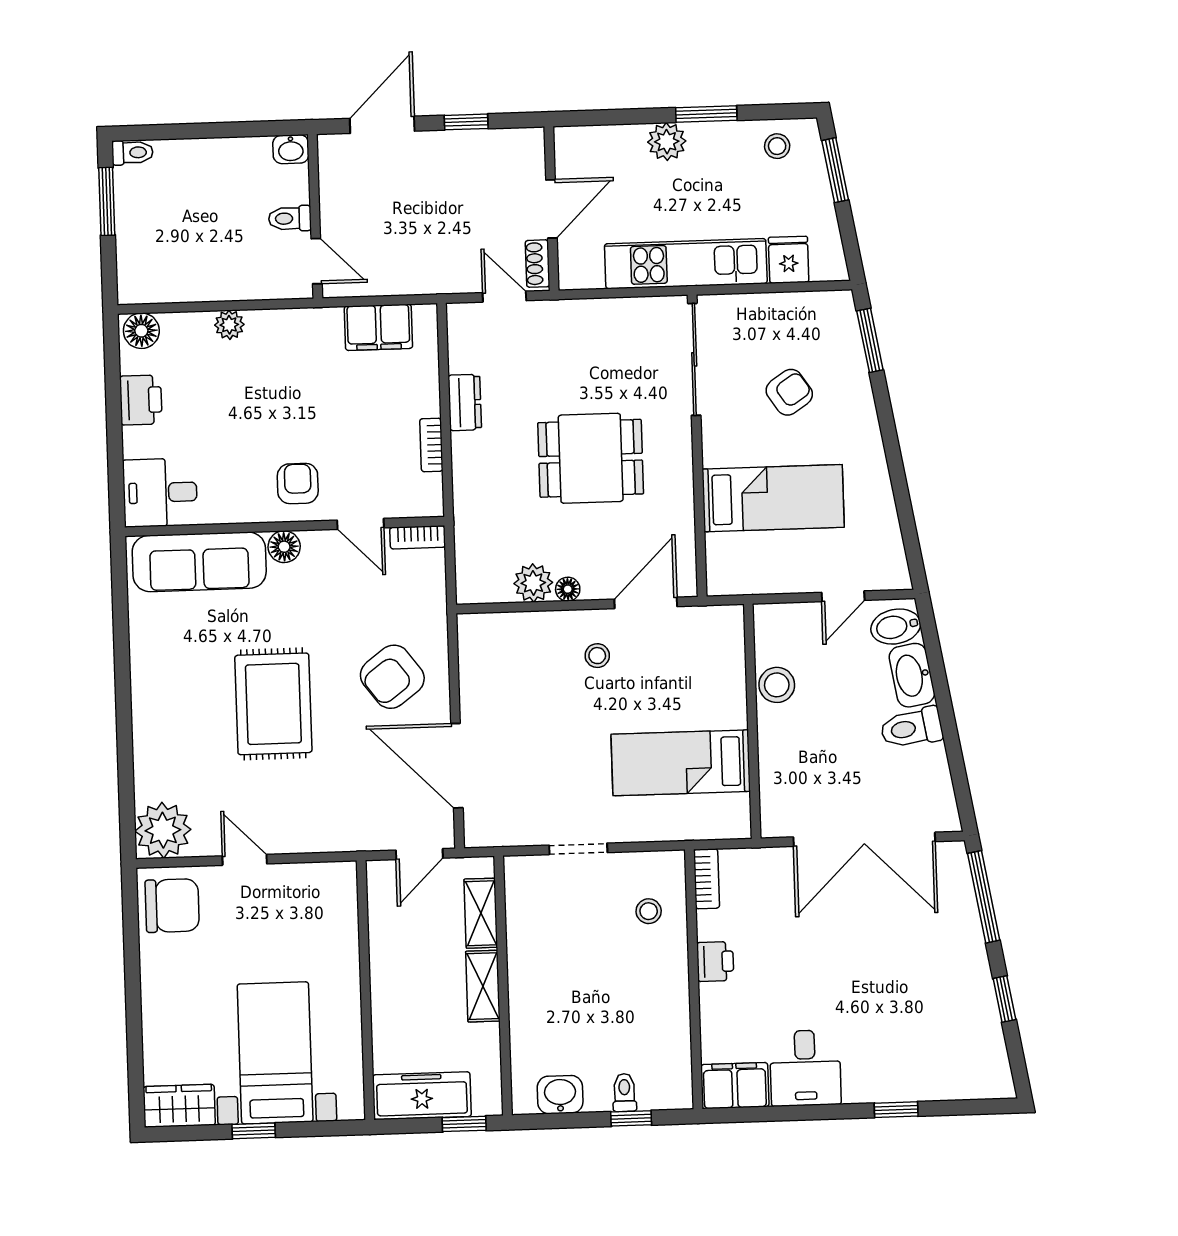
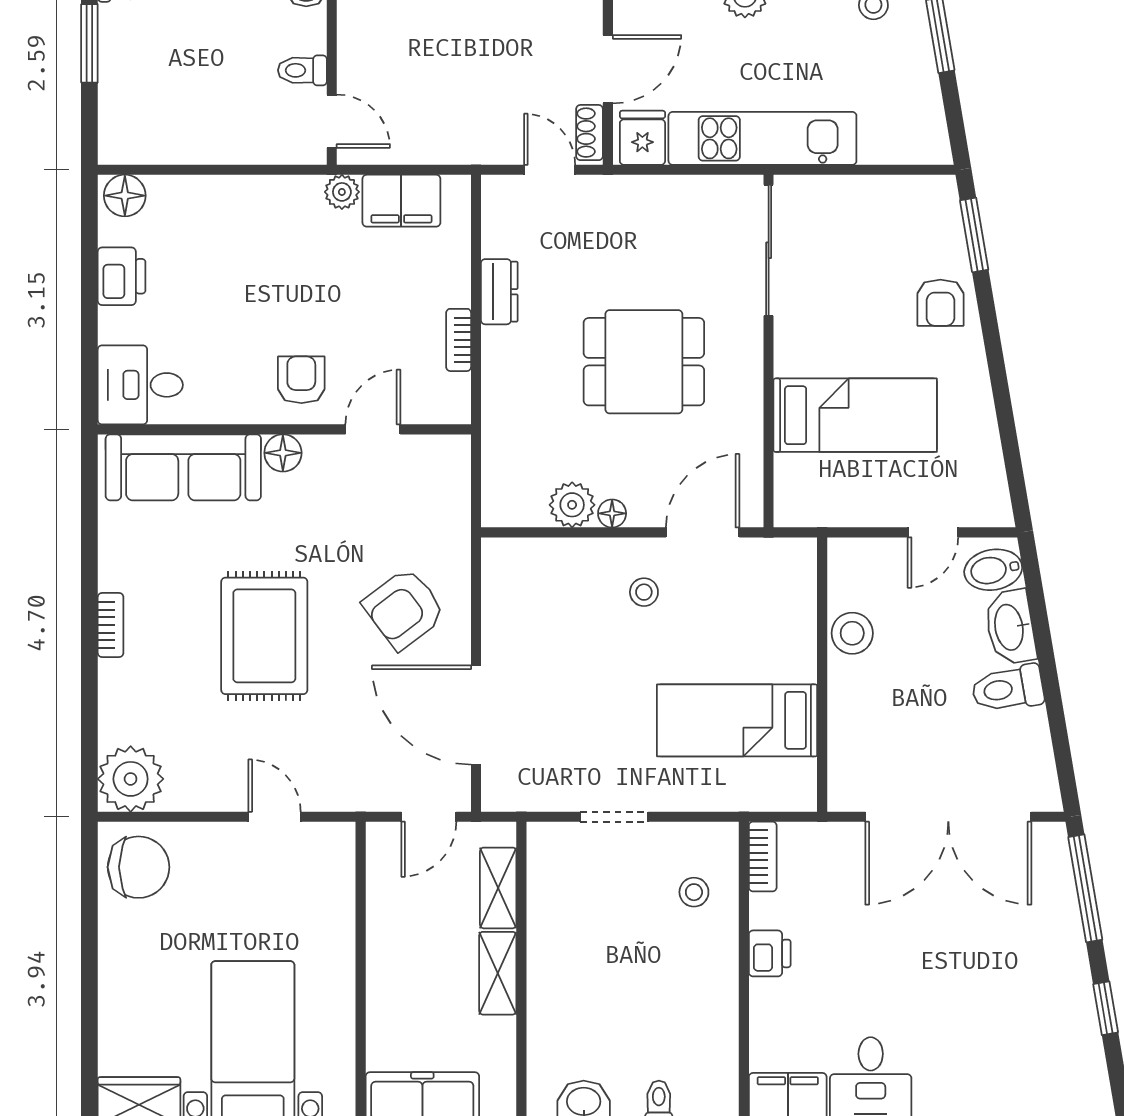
fridge: (789, 260) -> (642, 138), moved
plant: (229, 325) -> (342, 192), moved
armchair: (789, 392) -> (940, 303), moved, turned 124
door: (360, 524) -> (373, 429), swing flipped
bookcase: (418, 537) -> (111, 625), moved, turned -90
door: (245, 860) -> (275, 817), moved

